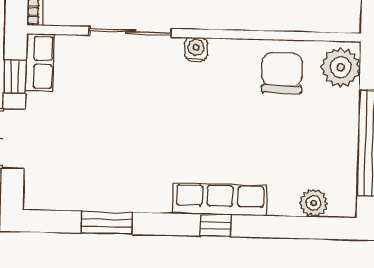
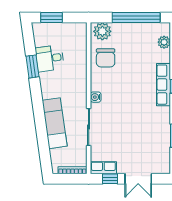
chair: (282, 73) -> (106, 58), turned -90

